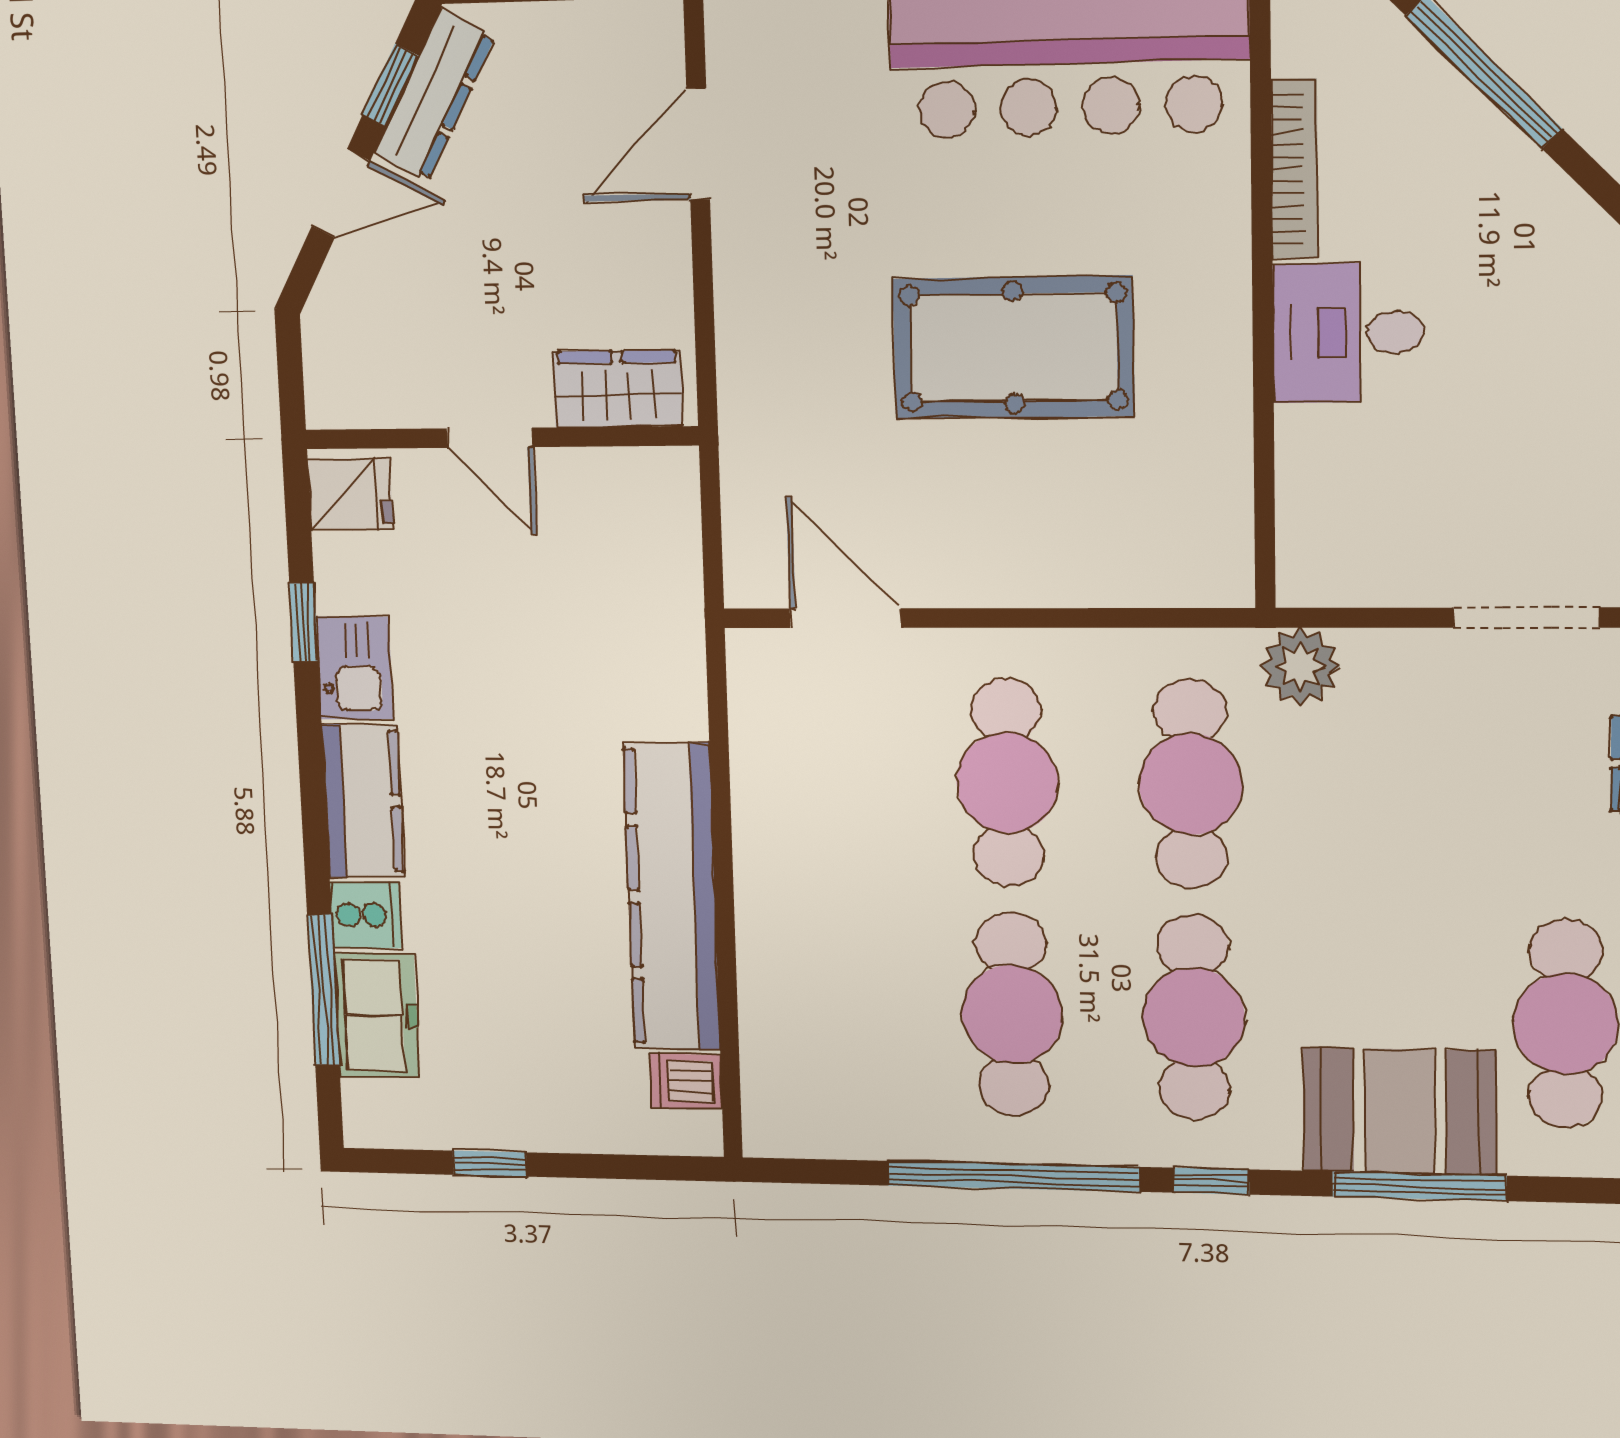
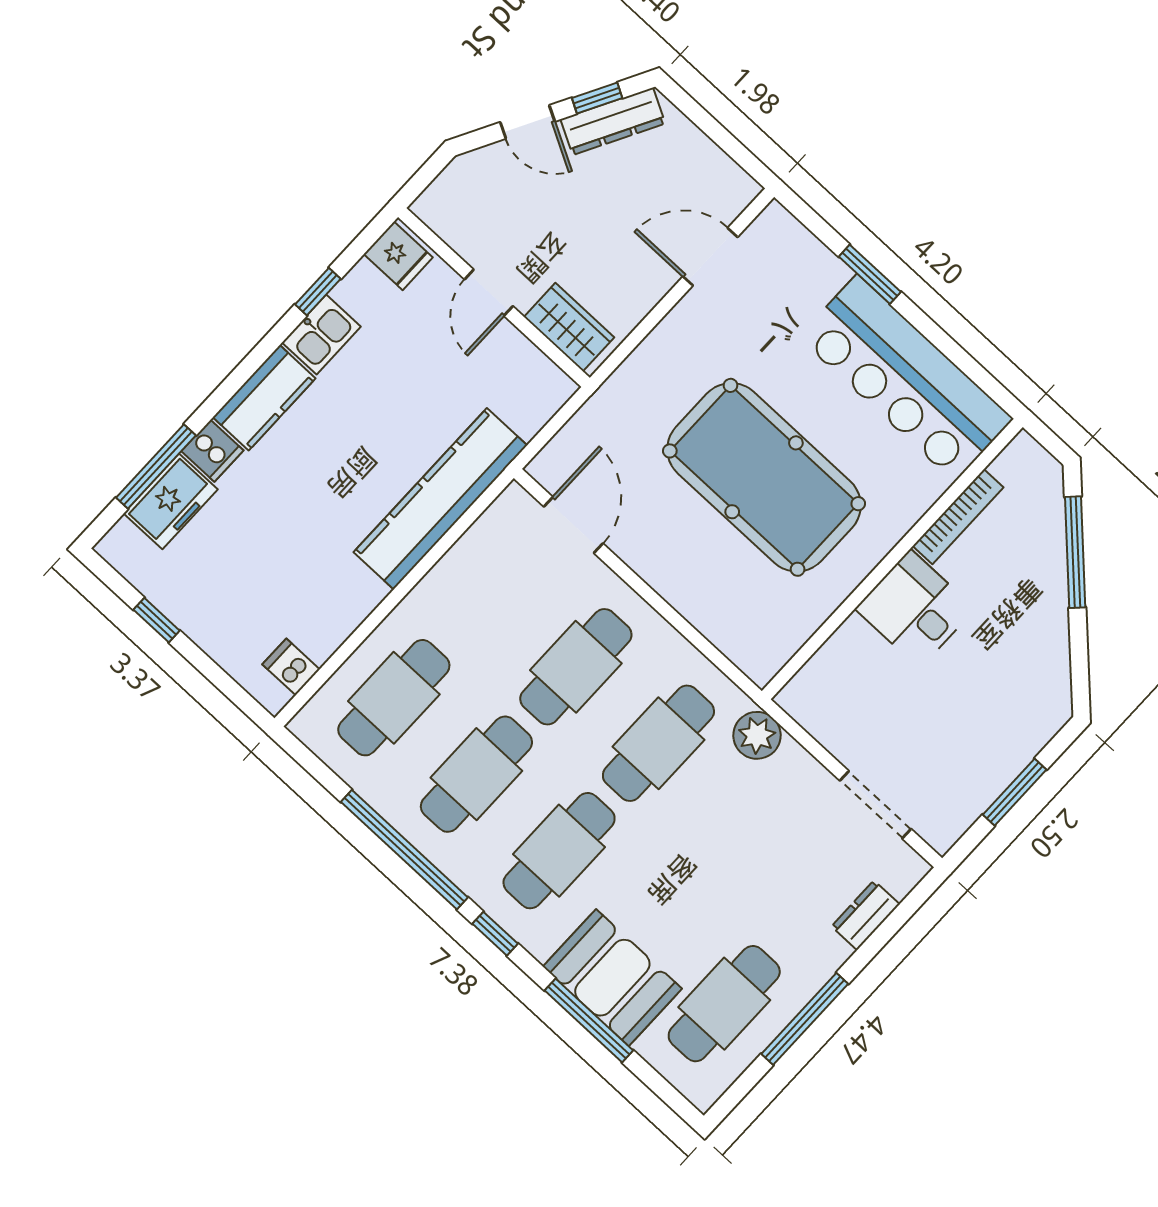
pool table: (1013, 347) -> (764, 477), width x1.36, depth x1.32
kitchen counter: (672, 897) -> (440, 499), moved
cafe table: (834, 1011) -> (394, 698), added

